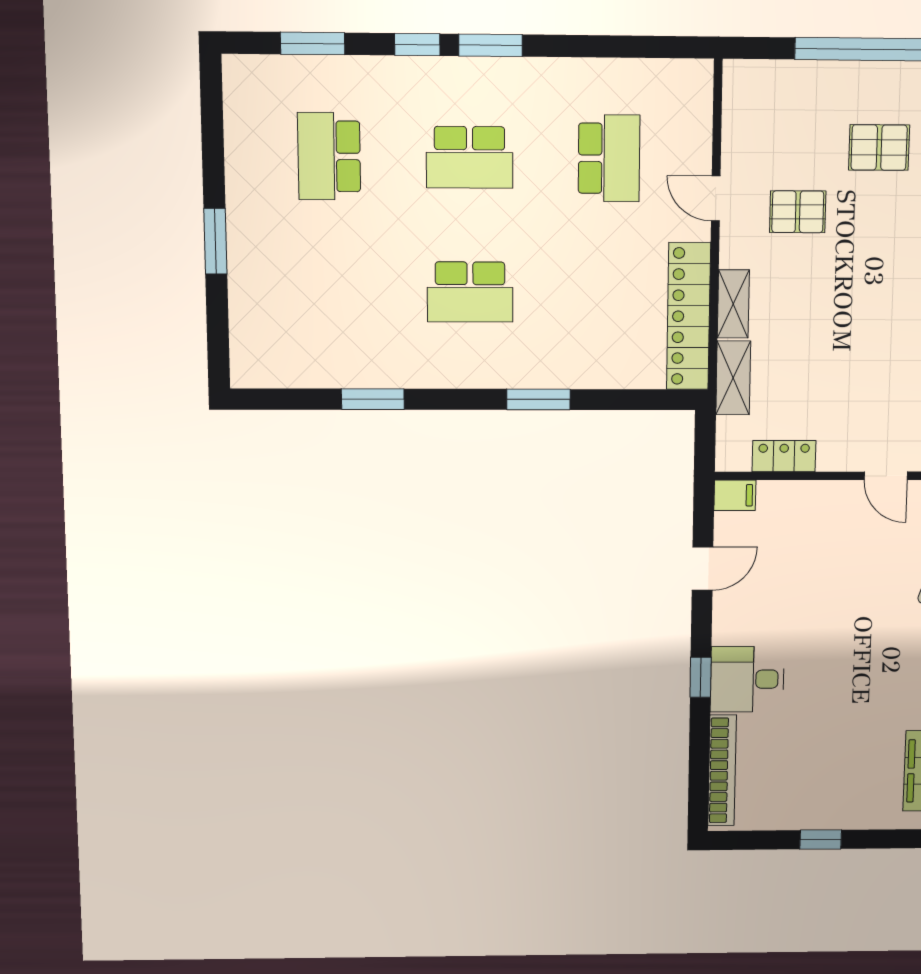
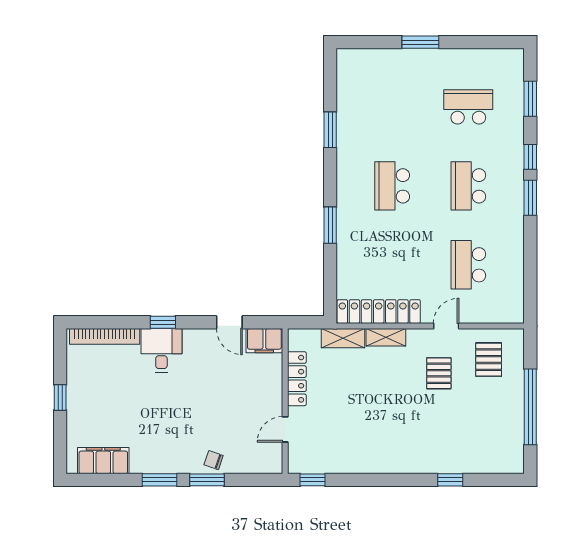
pallet: (879, 148) -> (489, 360), moved
school desk: (609, 158) -> (468, 265), turned 90
locker: (784, 456) -> (297, 379), width x1.53
filing cabinet: (735, 495) -> (264, 341), width x2.00

